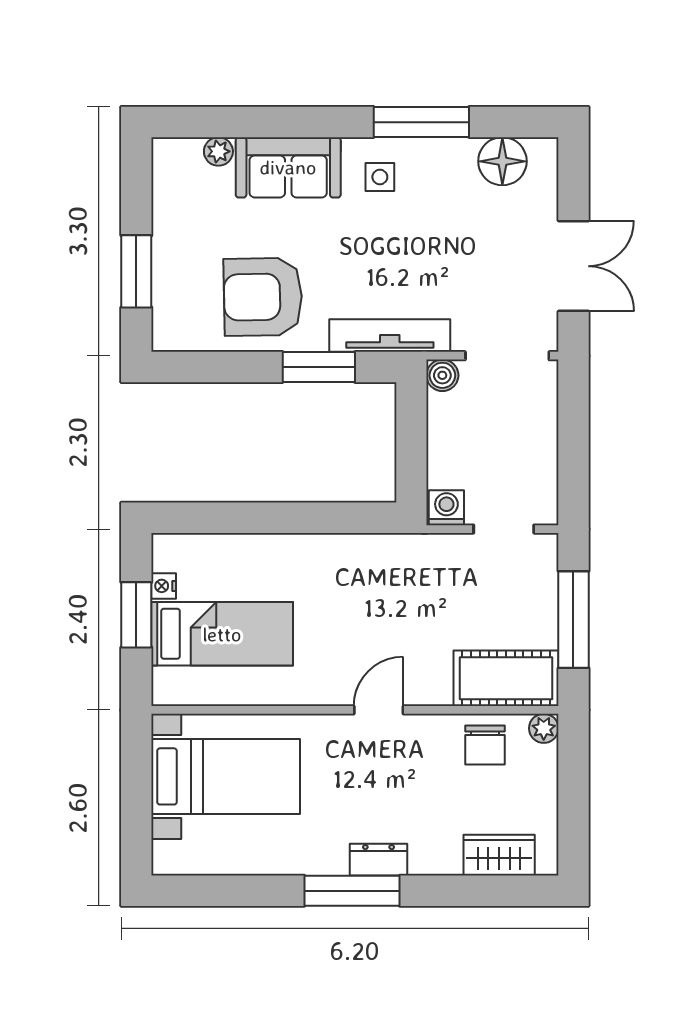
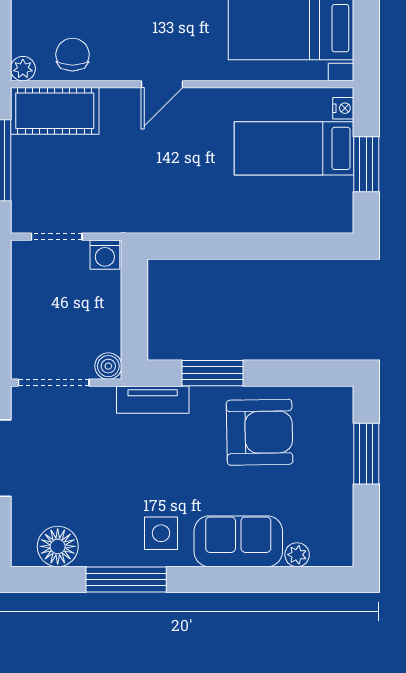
side table: (380, 177) -> (161, 533), width x1.37, depth x1.37
tv unit: (390, 336) -> (153, 400), width x0.71
nightstand: (164, 586) -> (343, 108), moved

